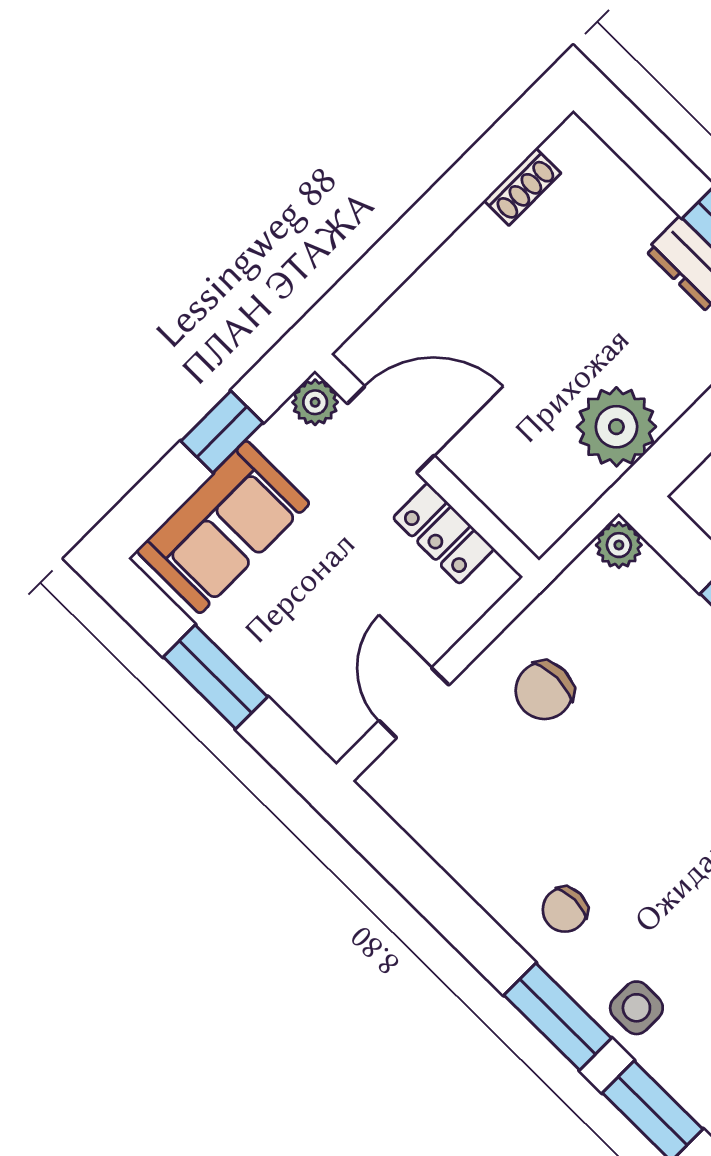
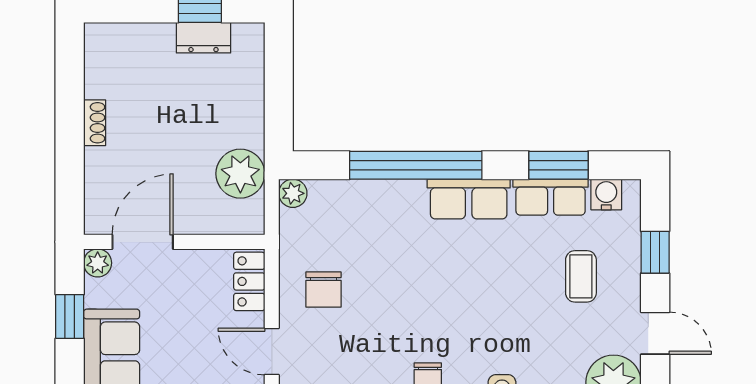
shoe rack: (522, 187) -> (95, 123), moved
plant: (616, 427) -> (240, 174), moved
locker: (444, 533) -> (249, 281), moved, turned 90

